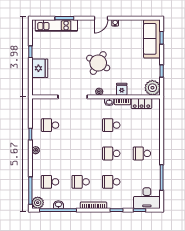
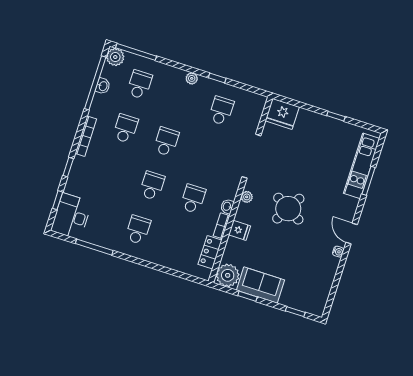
sofa: (152, 39) -> (261, 285), moved, width x0.73
fridge: (40, 68) -> (282, 114), moved
school desk: (111, 182) -> (166, 142), moved

